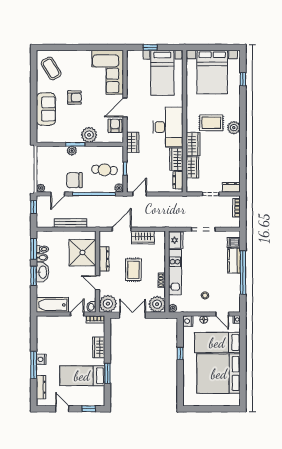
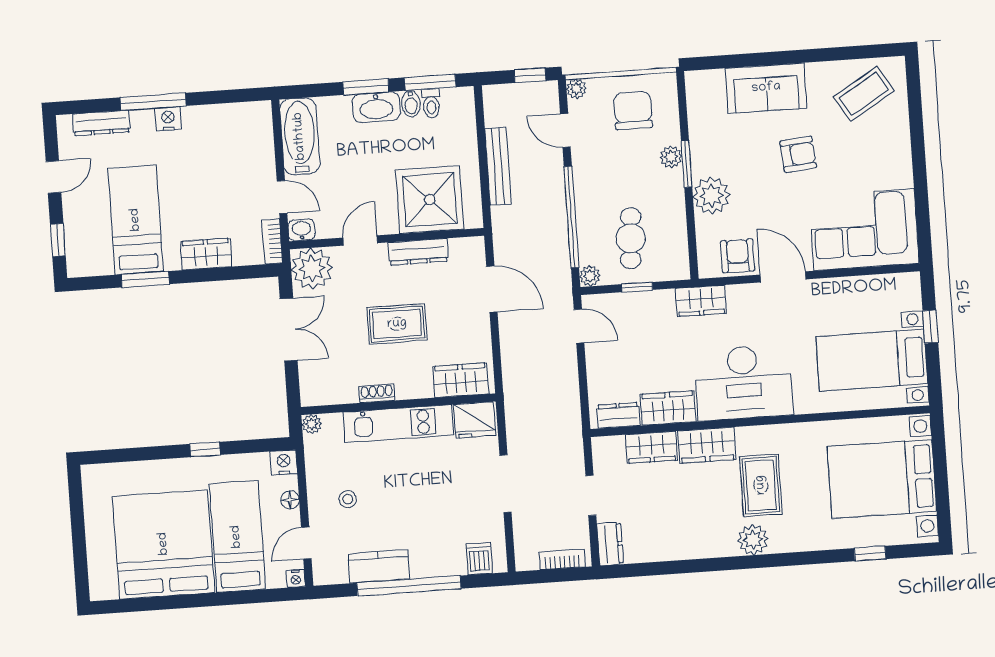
armchair: (74, 98) -> (798, 154), turned -95
armchair: (115, 126) -> (738, 256), turned -90
chair: (74, 180) -> (633, 110), moved
wardrobe: (143, 237) -> (461, 380), moved, turned 90
kitchen counter: (234, 261) -> (379, 566), moved
plant: (157, 304) -> (319, 386), removed

